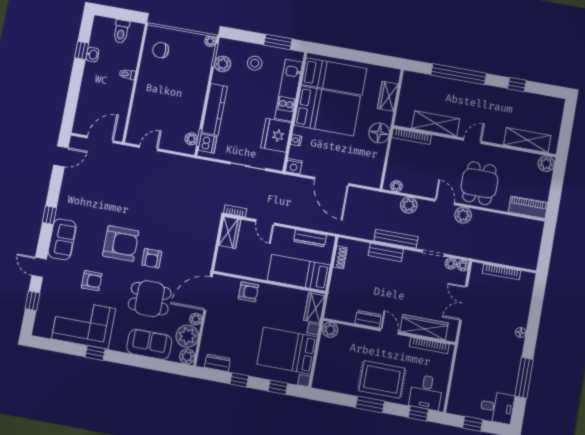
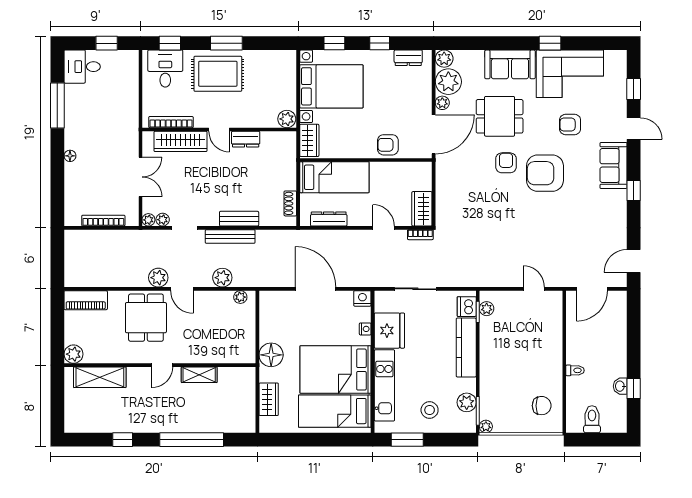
shelving: (436, 124) -> (199, 375), width x0.67, depth x0.75
bookcase: (411, 136) -> (233, 358), removed
door: (149, 148) -> (534, 289), swing flipped
sofa: (149, 344) -> (510, 64), moved

